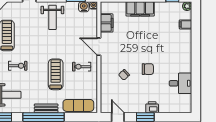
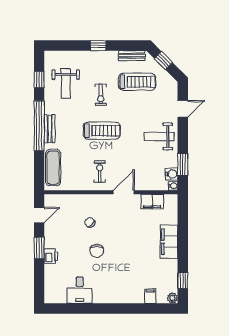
treadmill: (56, 74) -> (102, 131), moved

